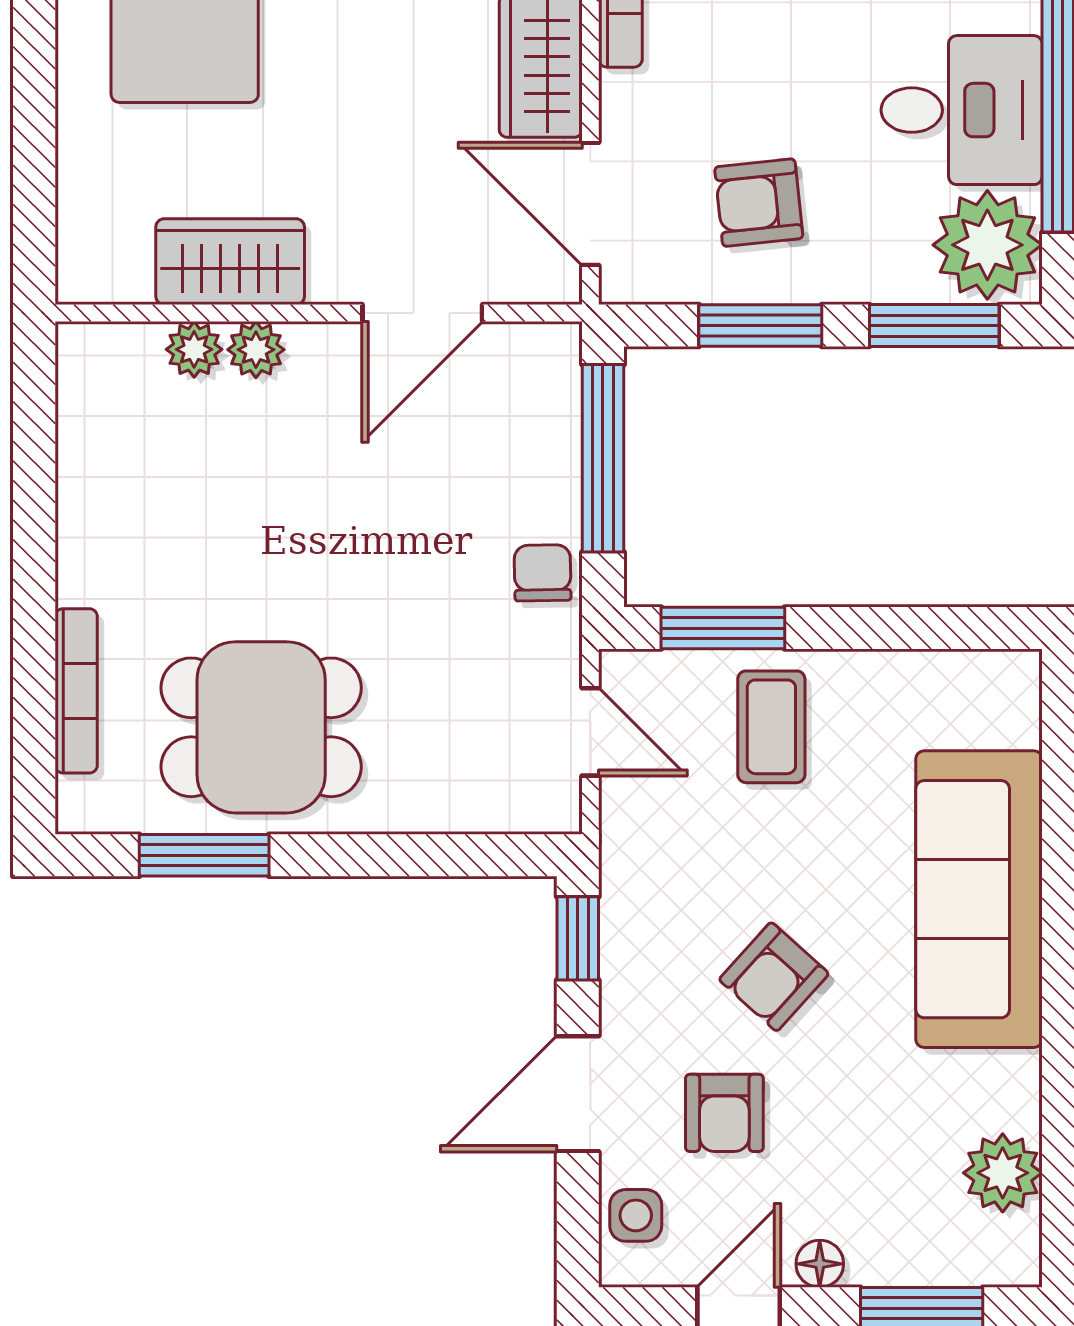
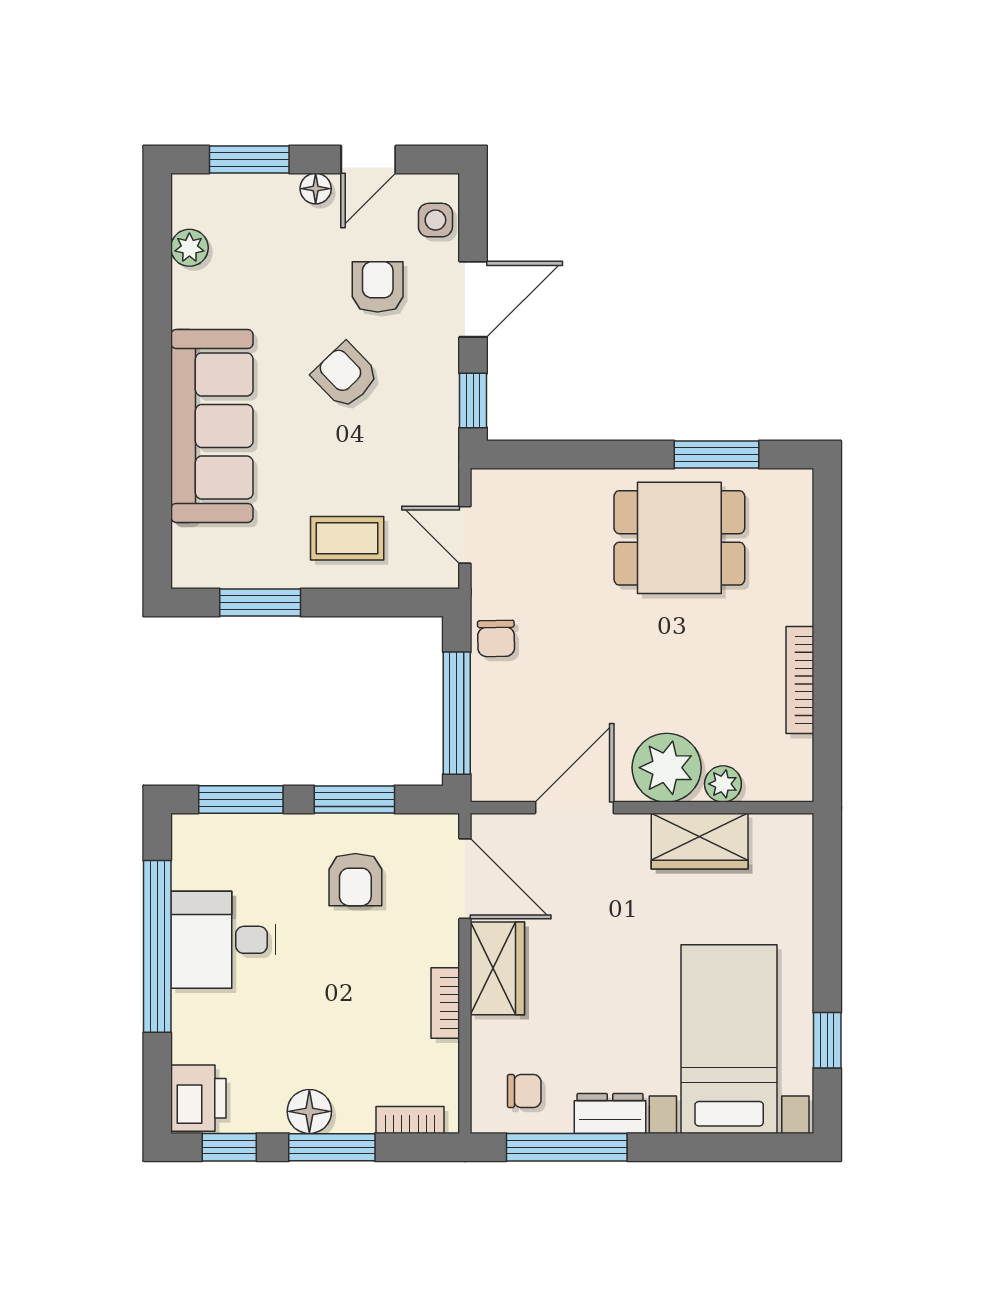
armchair: (759, 203) -> (355, 880), turned 96
plant: (987, 245) -> (206, 852), removed
plant: (256, 350) -> (667, 768), width x1.88, depth x1.88
window: (723, 628) -> (260, 602), moved
bookcase: (76, 691) -> (800, 680), moved
coffee table: (771, 727) -> (347, 538), turned 90
armchair: (774, 977) -> (345, 375), turned -86
plant: (1003, 1173) -> (189, 248), width x0.73, depth x0.73

